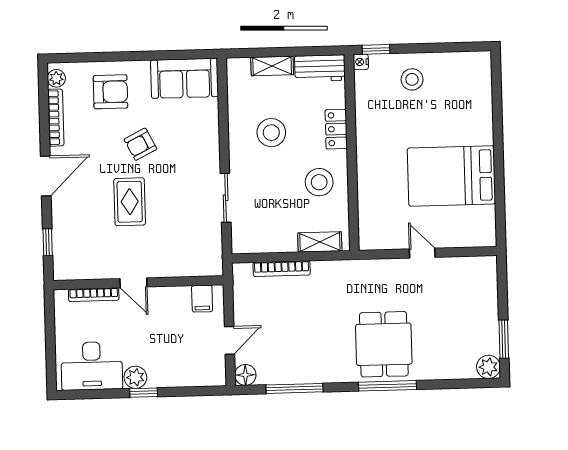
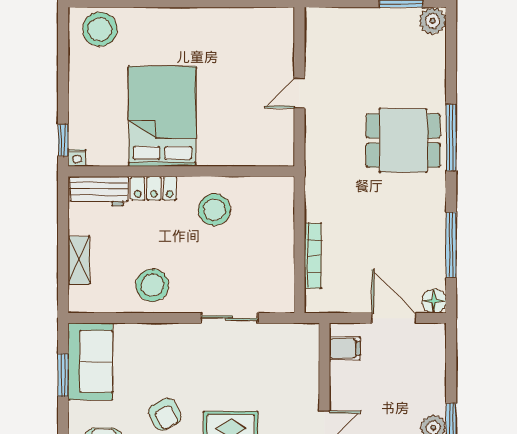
window: (172, 55) -> (63, 375), added
workbench: (320, 68) -> (99, 191), moved, turned 90
stool: (412, 79) -> (100, 29), moved, width x1.38, depth x1.38
stool: (271, 133) -> (152, 285), moved
bed: (451, 176) -> (162, 116), moved, turned 180
shelving: (320, 242) -> (283, 211), removed
door: (230, 340) -> (394, 318), width x1.38

